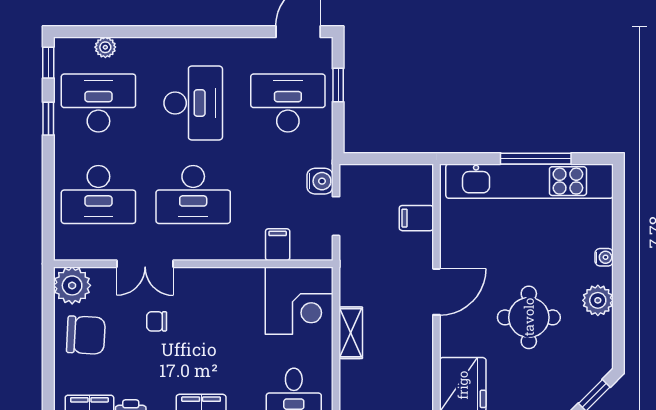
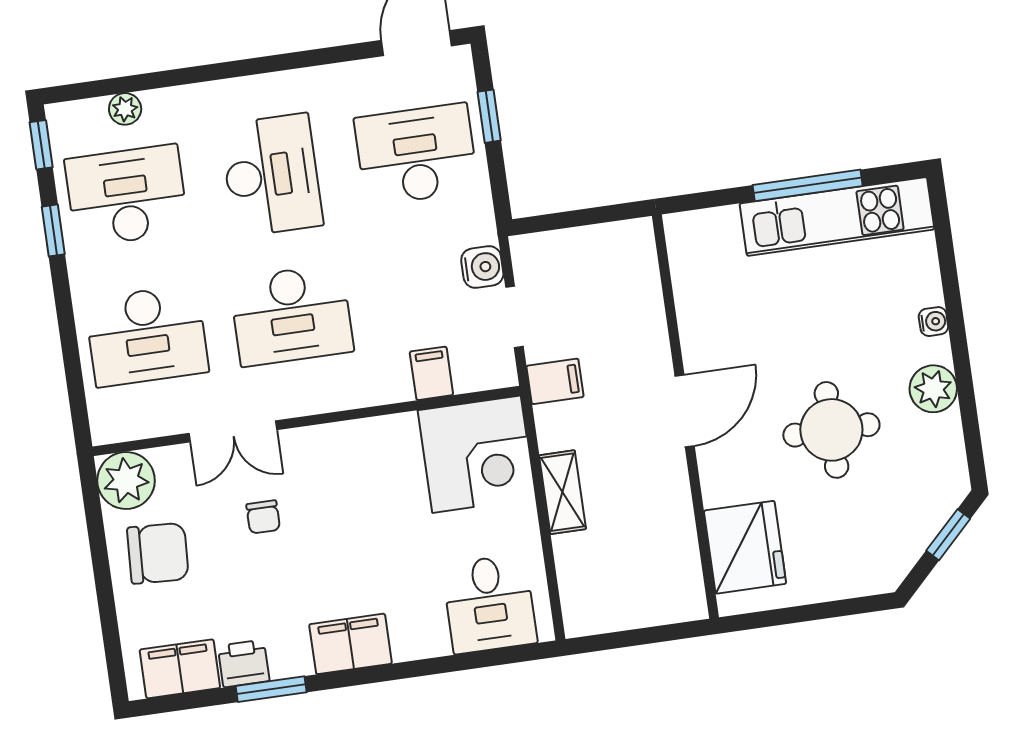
kitchen unit: (530, 181) -> (837, 216), width x0.73
filing cabinet: (416, 218) -> (555, 381), moved, turned 180
chair: (157, 321) -> (263, 517), turned -90

